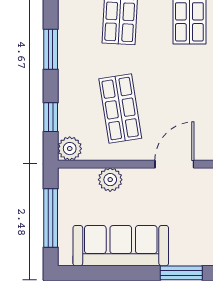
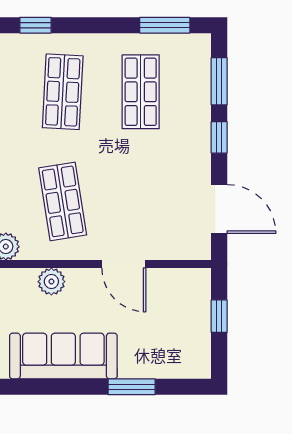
door: (174, 164) -> (124, 264), swing flipped

